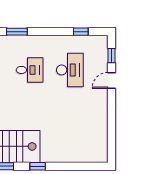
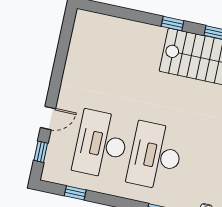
desk: (30, 70) -> (155, 156), width x1.87, depth x1.30
desk: (70, 70) -> (101, 144), width x1.36, depth x1.30

